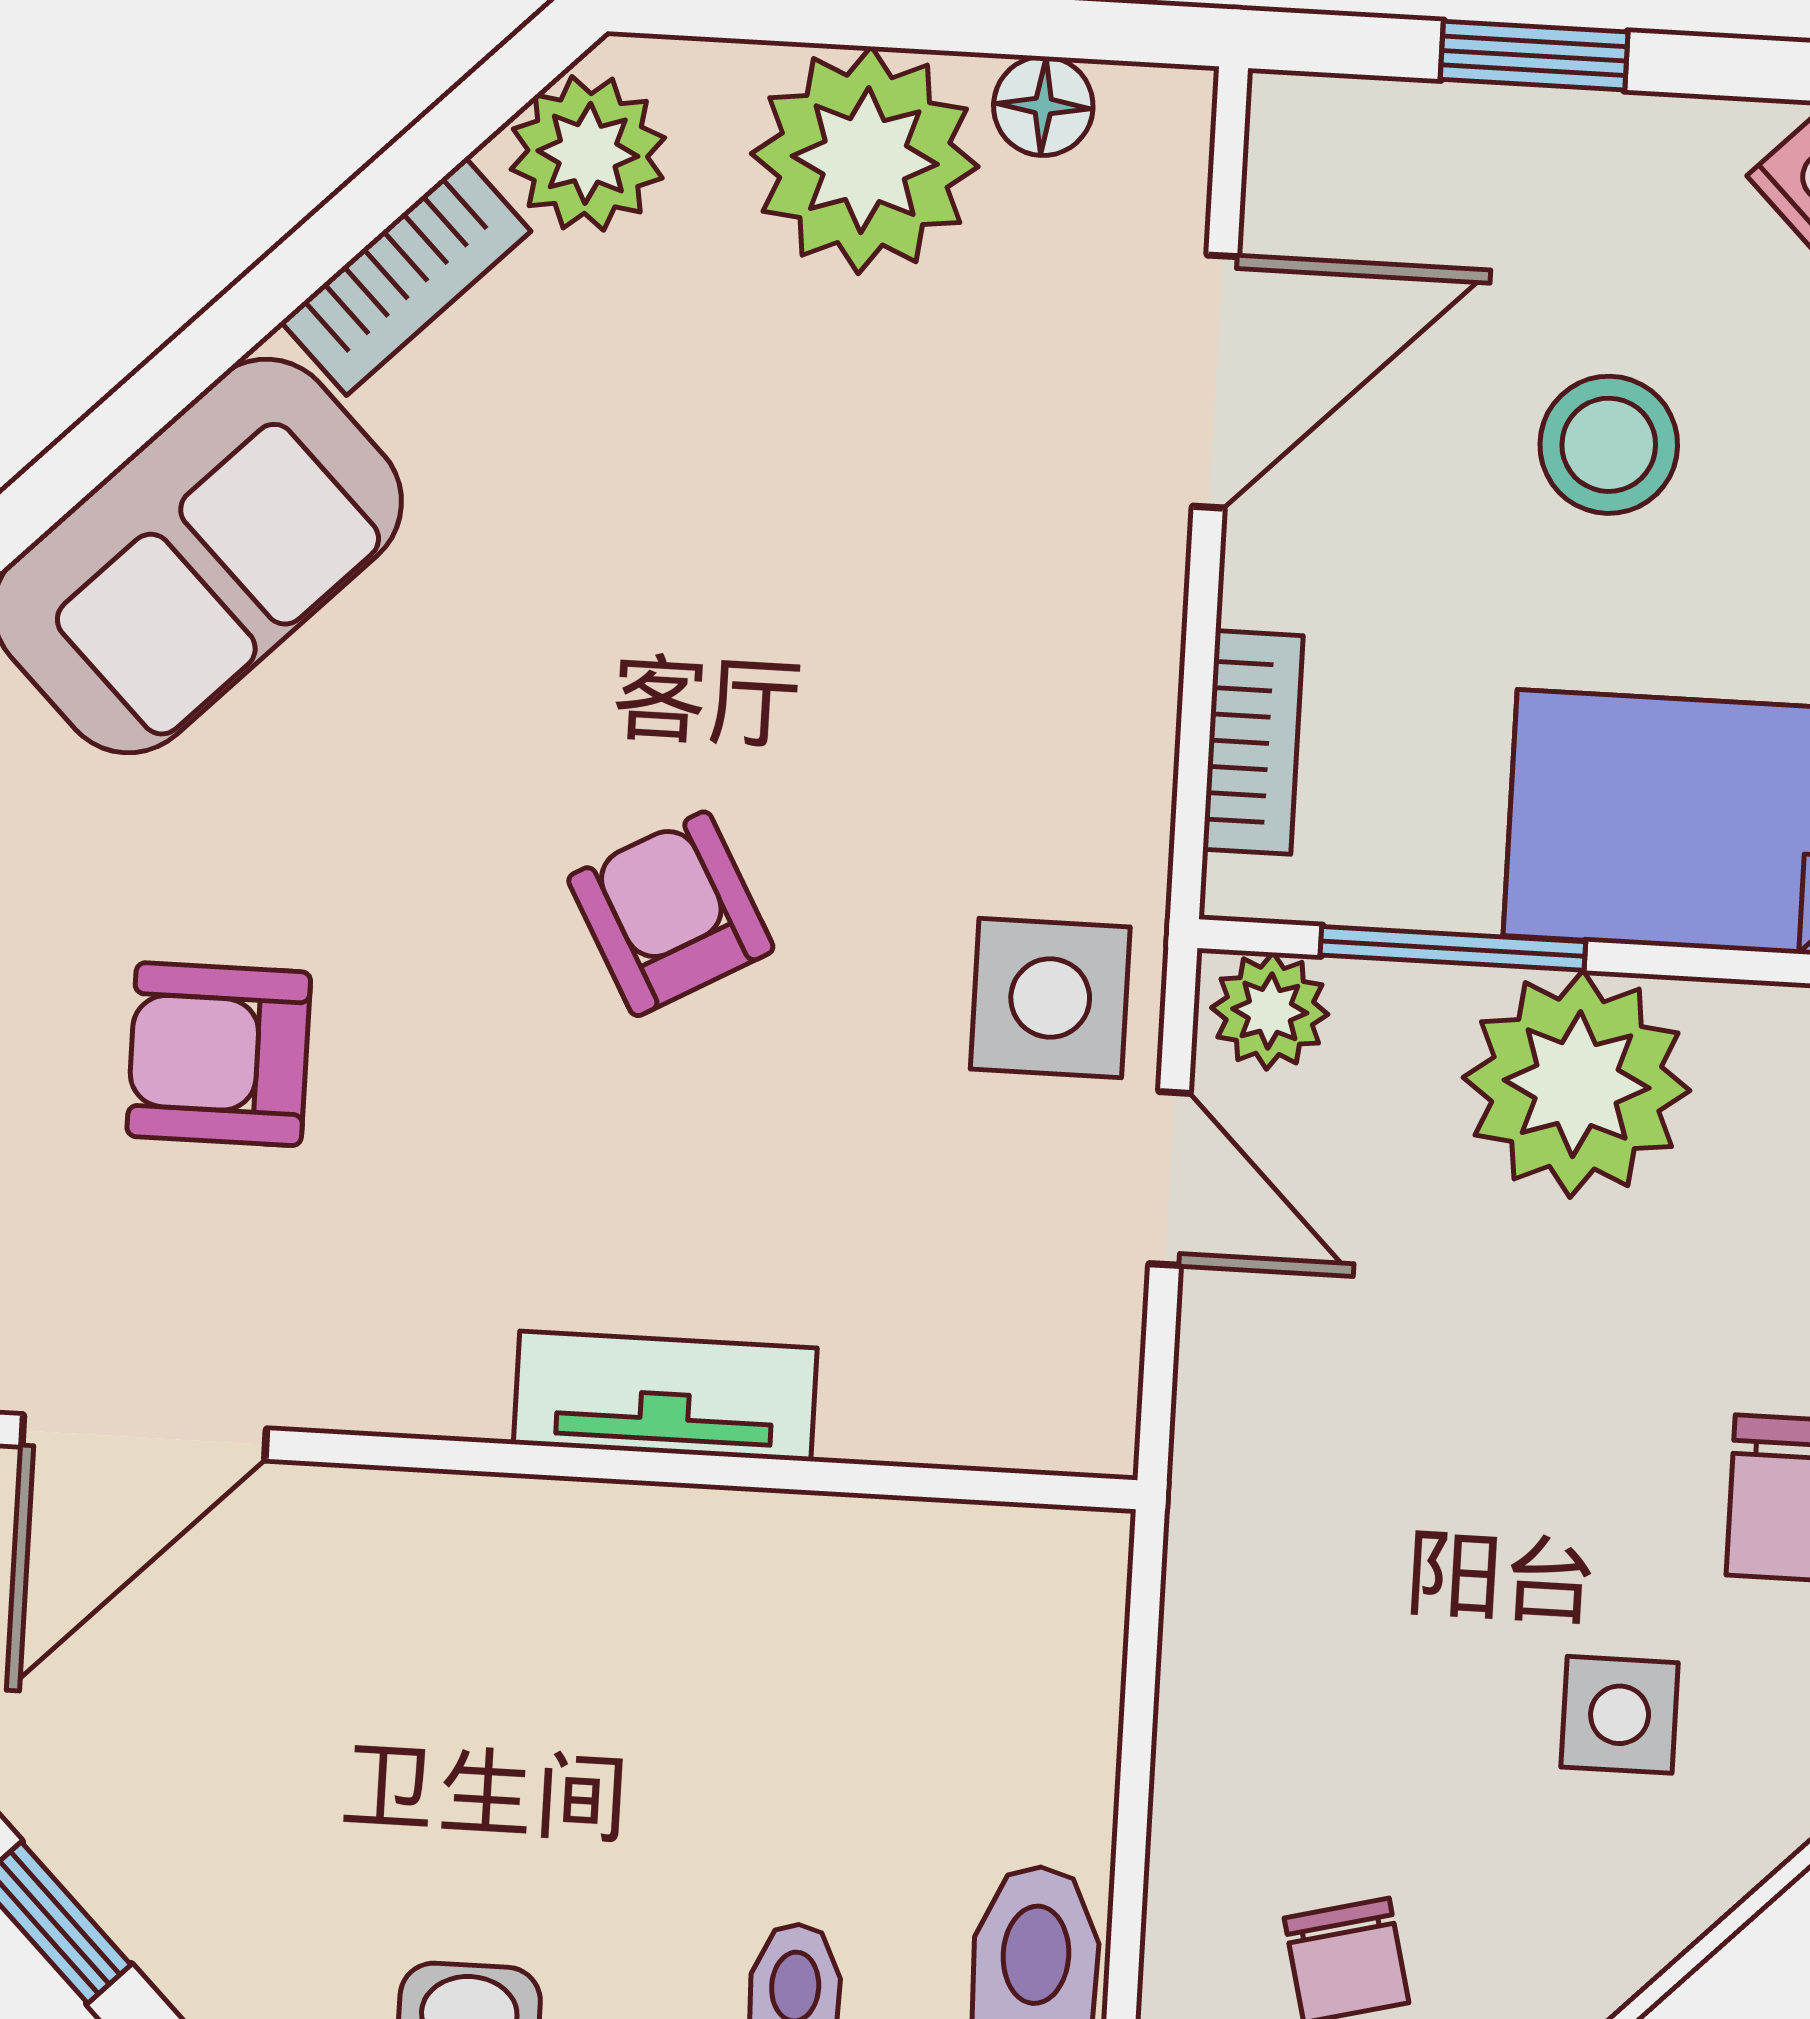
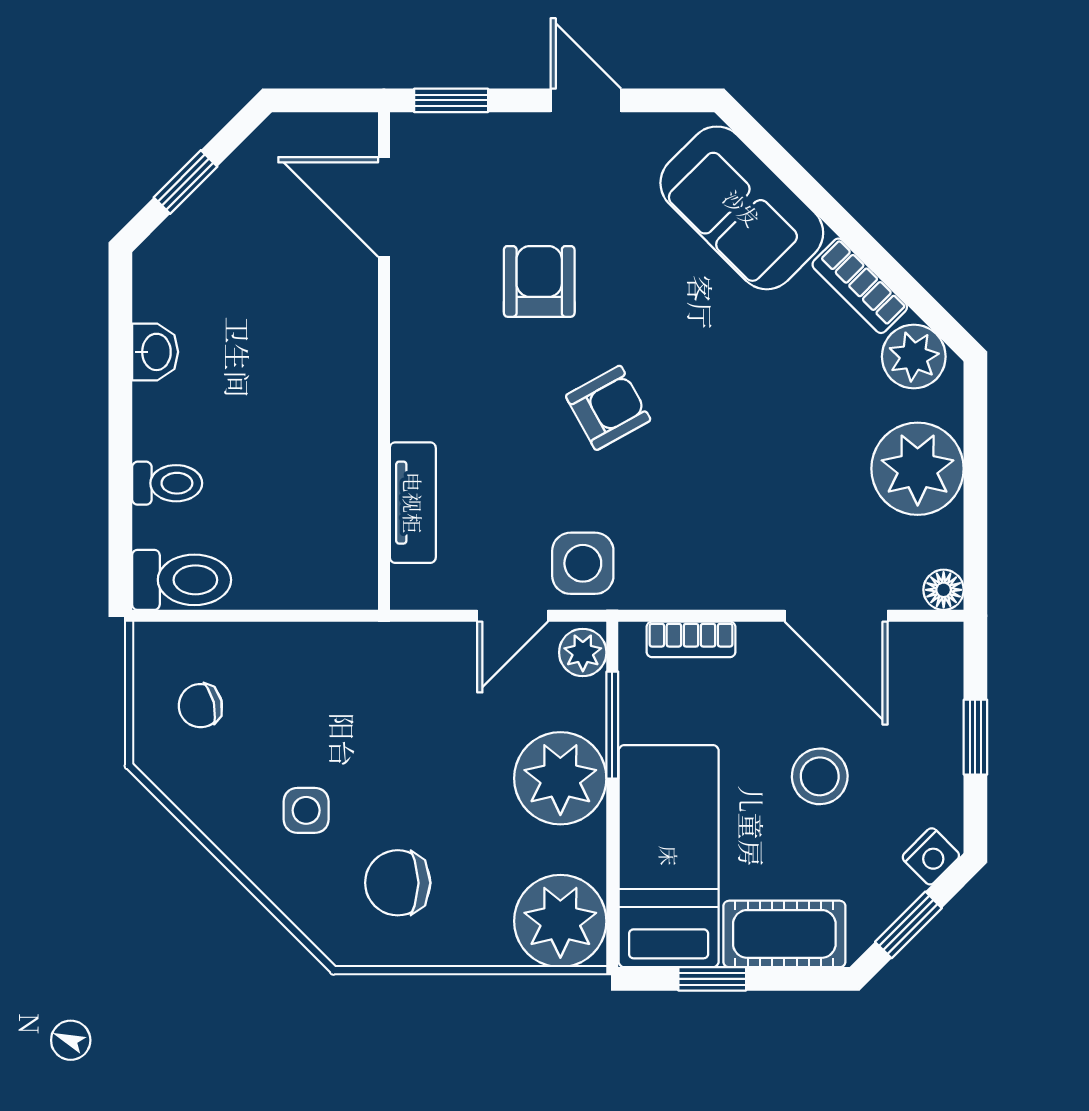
floor lamp: (1043, 106) -> (944, 590), moved
armchair: (219, 1054) -> (539, 281), moved
tv unit: (665, 1396) -> (413, 503), moved

